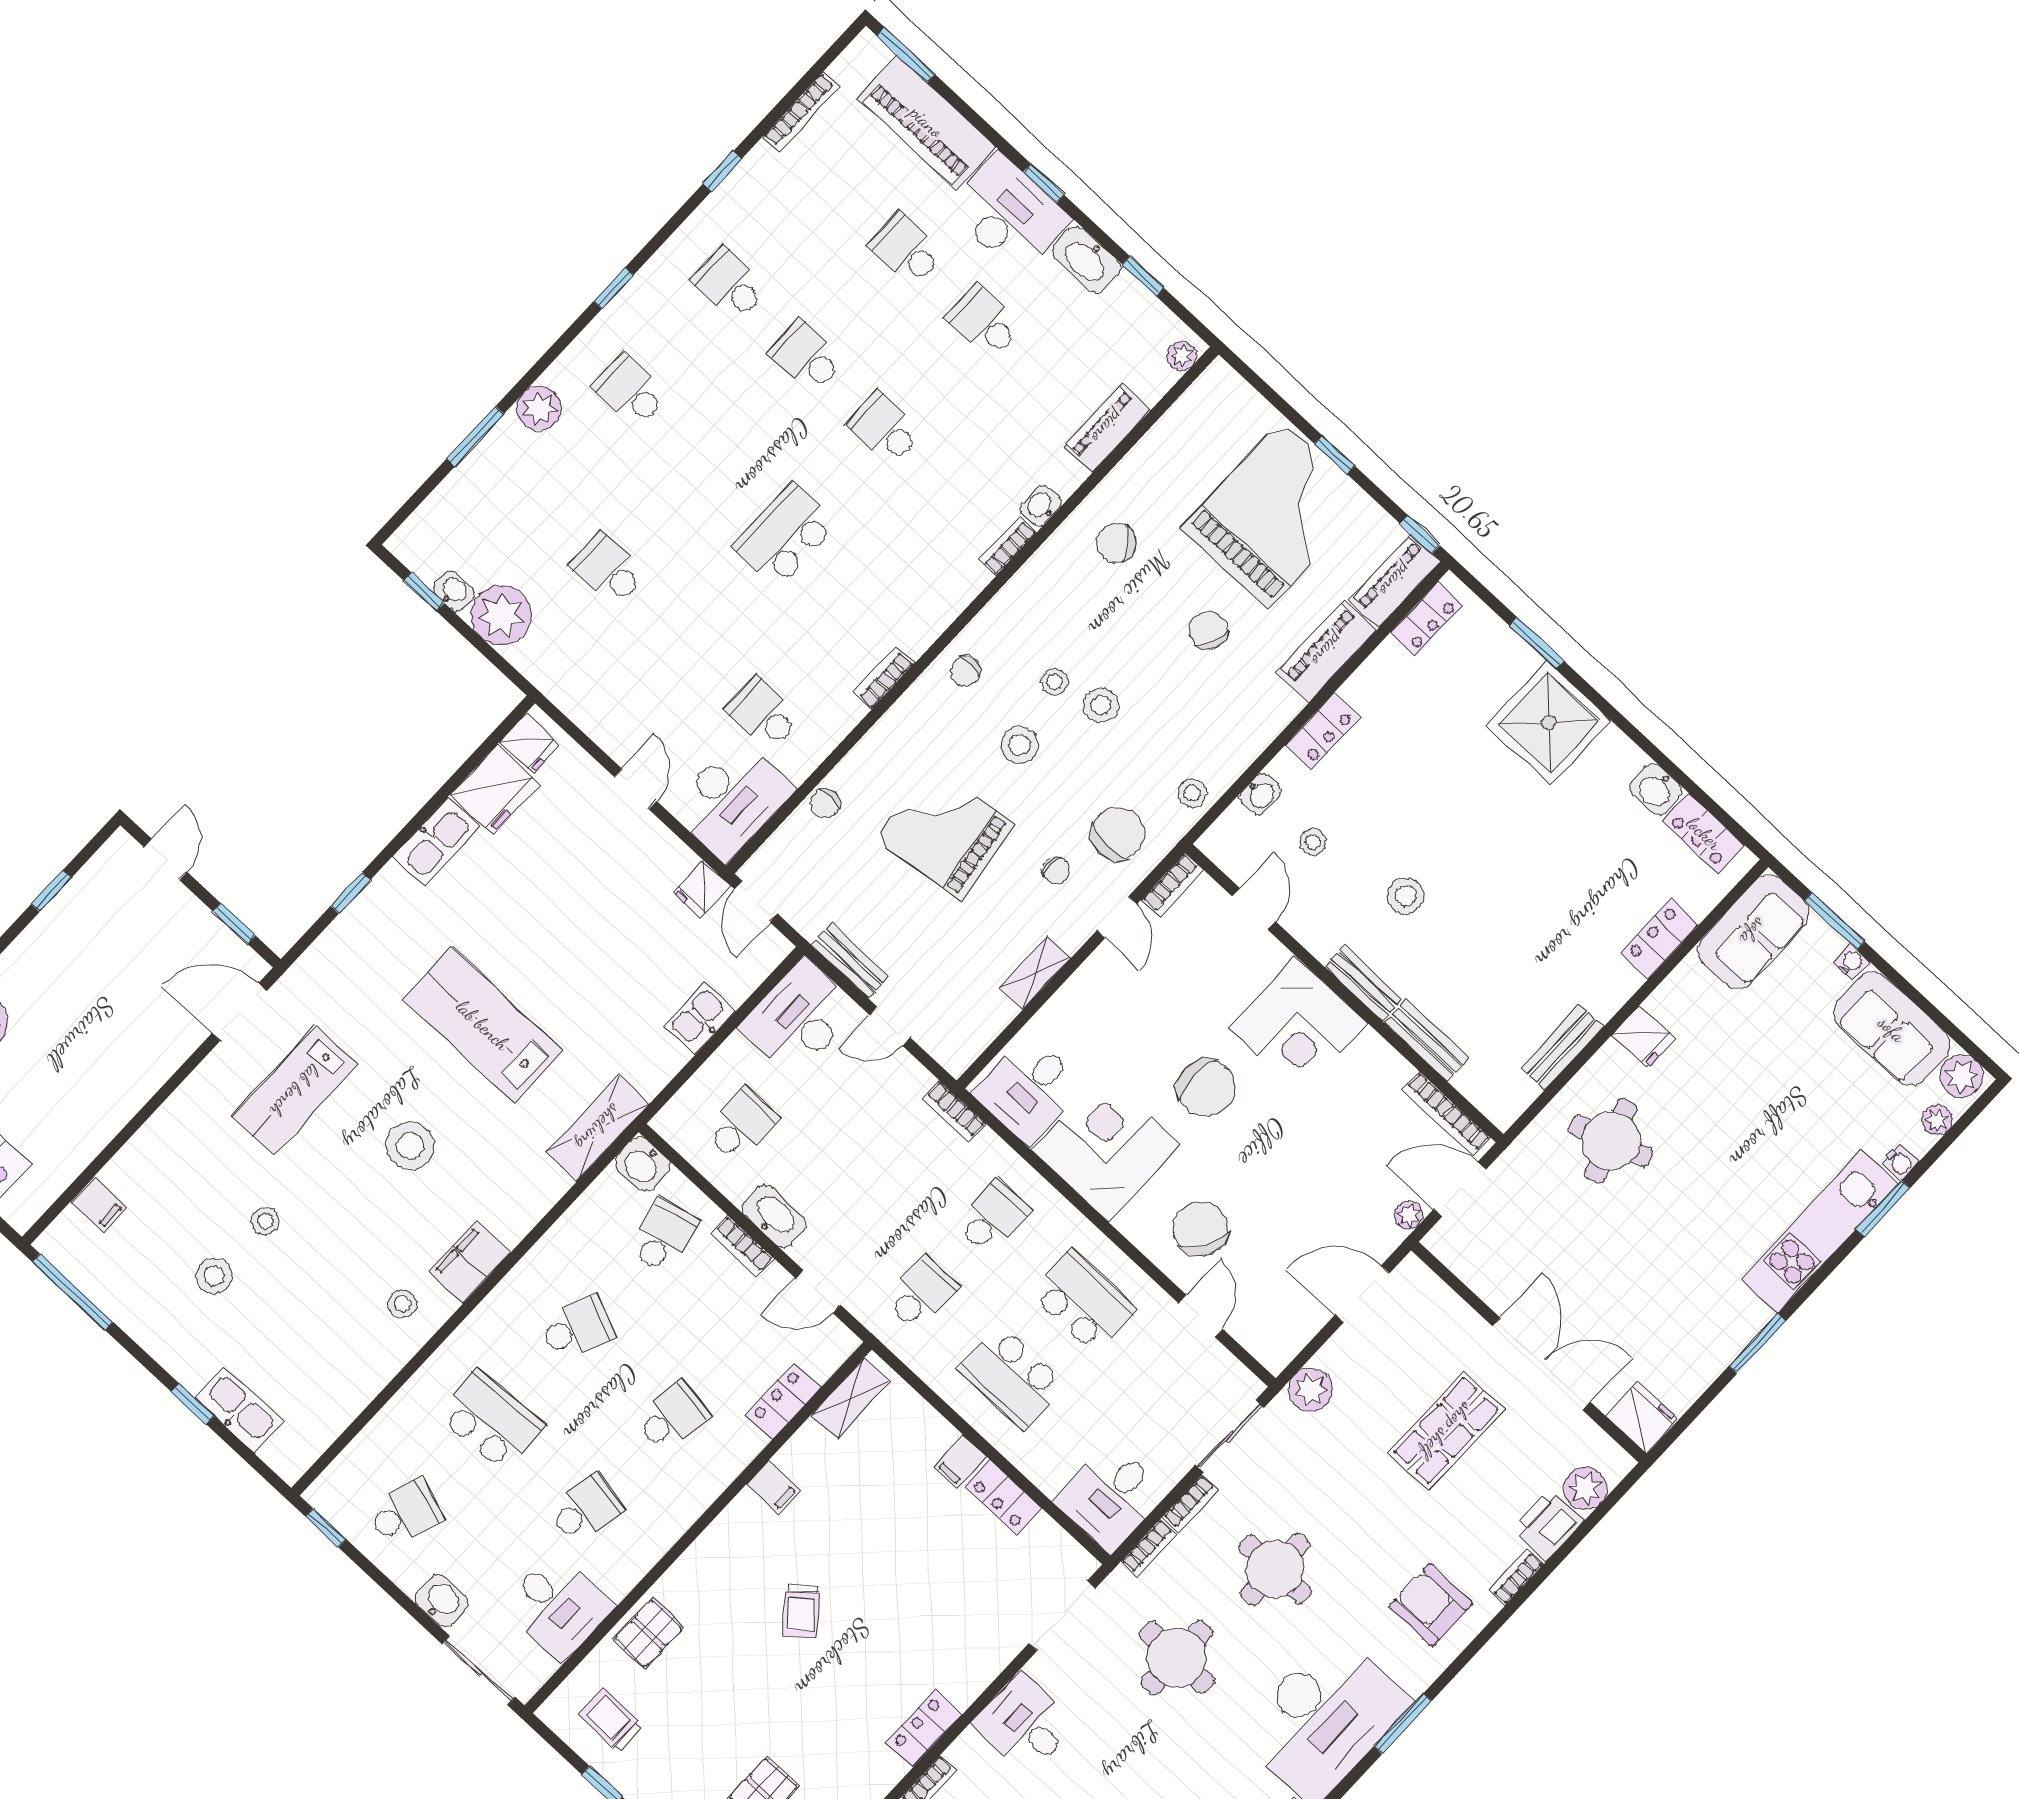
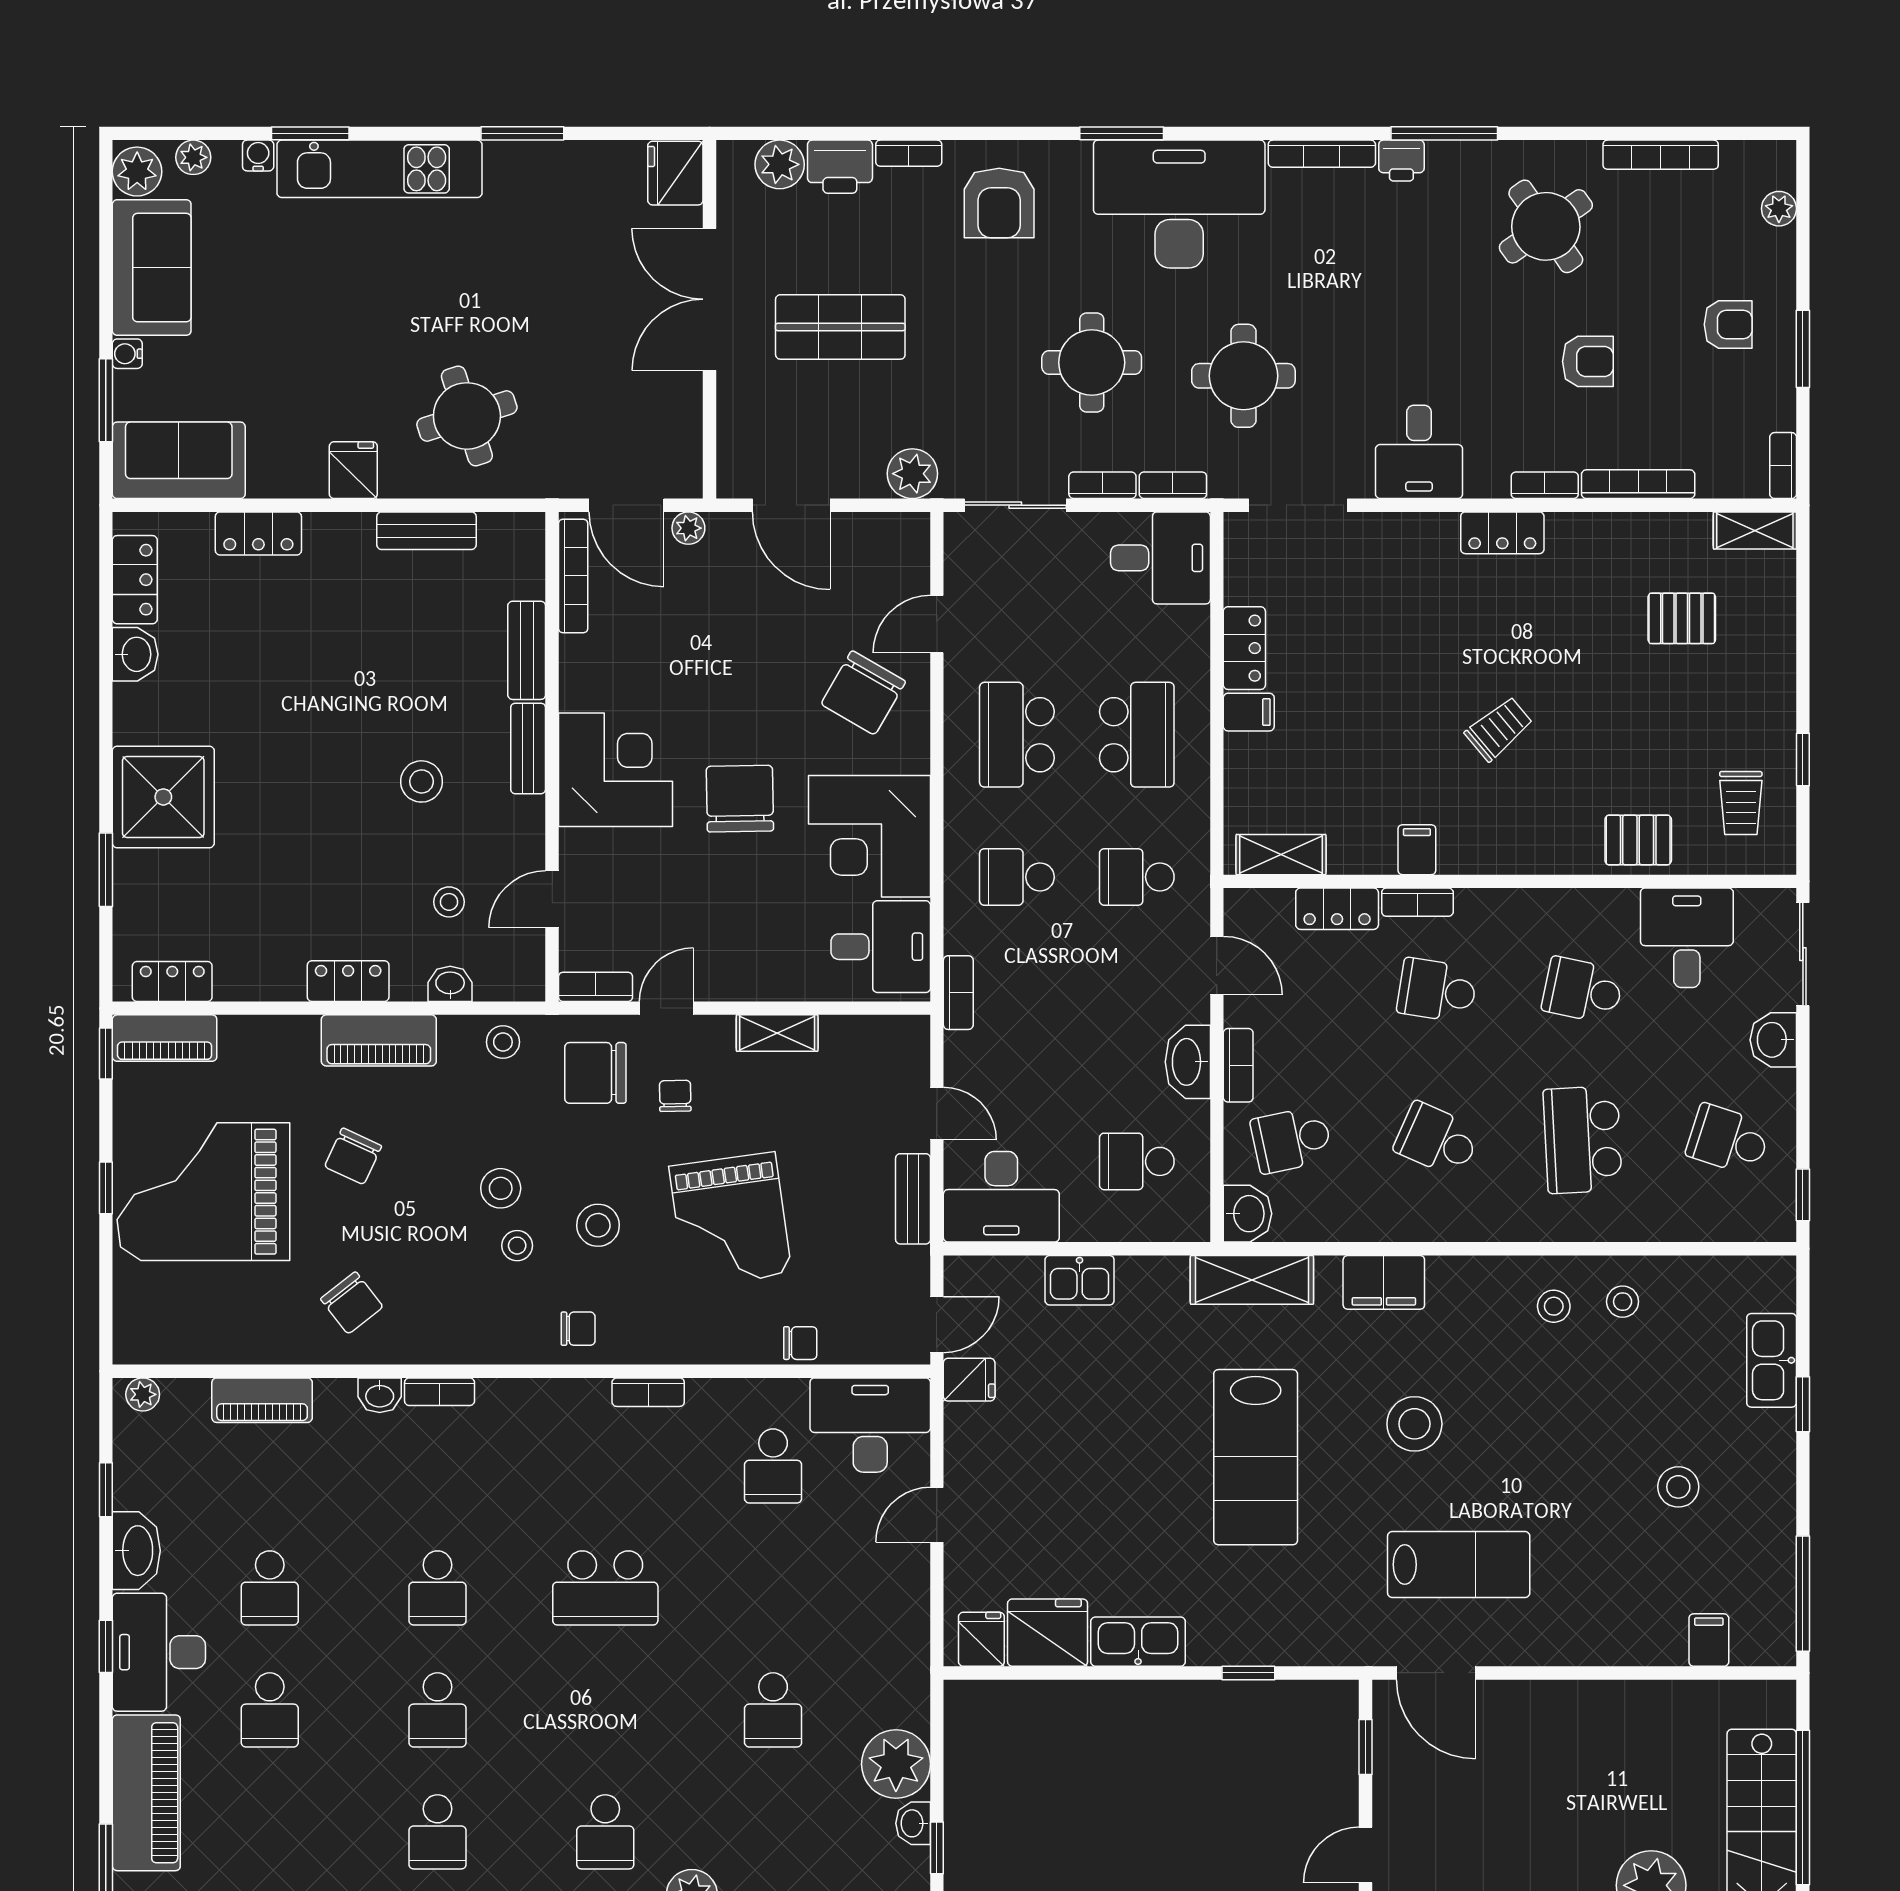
piano: (1327, 651) -> (379, 1040), moved
stool: (265, 1221) -> (1623, 1302), moved
filing cabinet: (469, 1262) -> (1384, 1282), moved
bookcase: (740, 1456) -> (1417, 902), added

